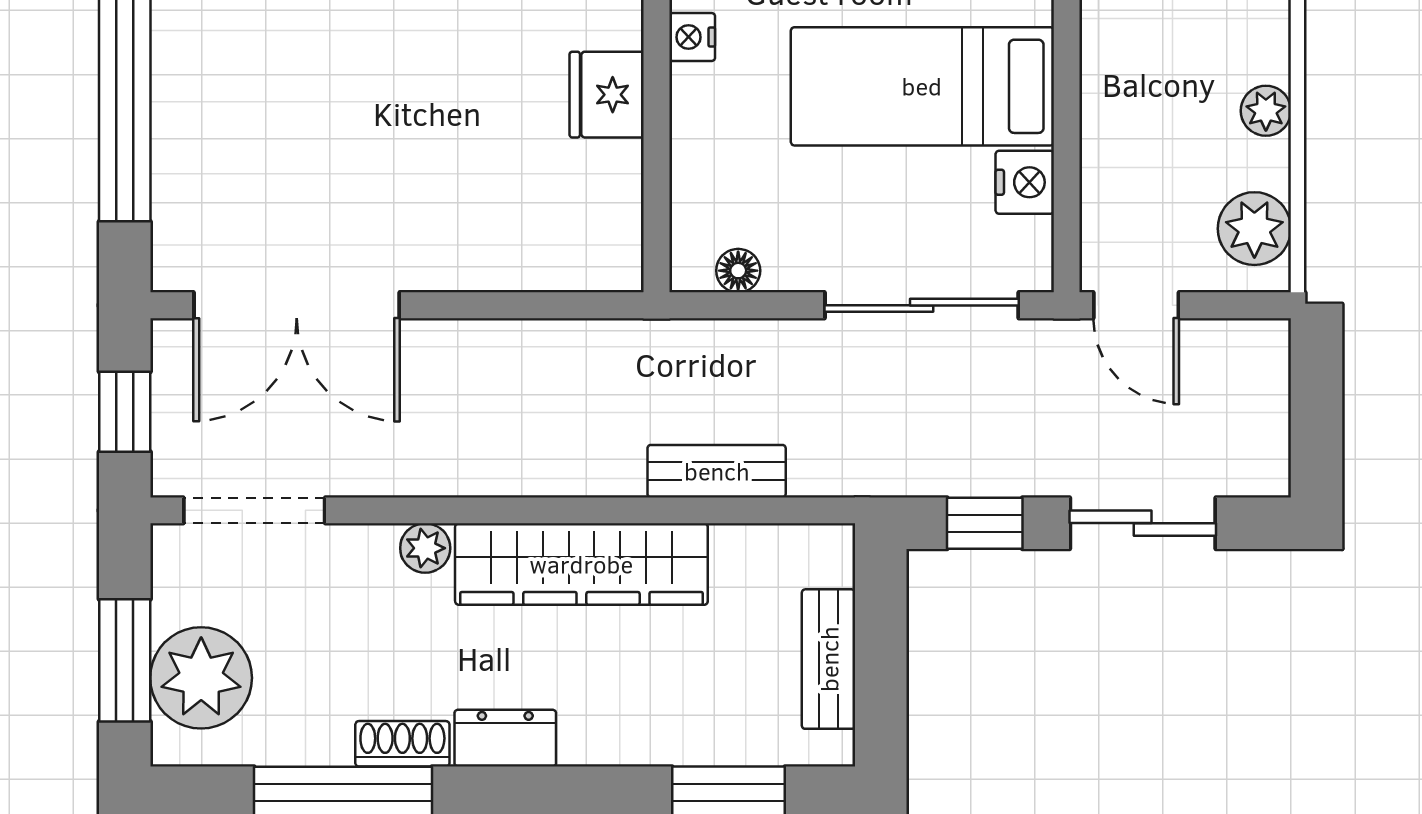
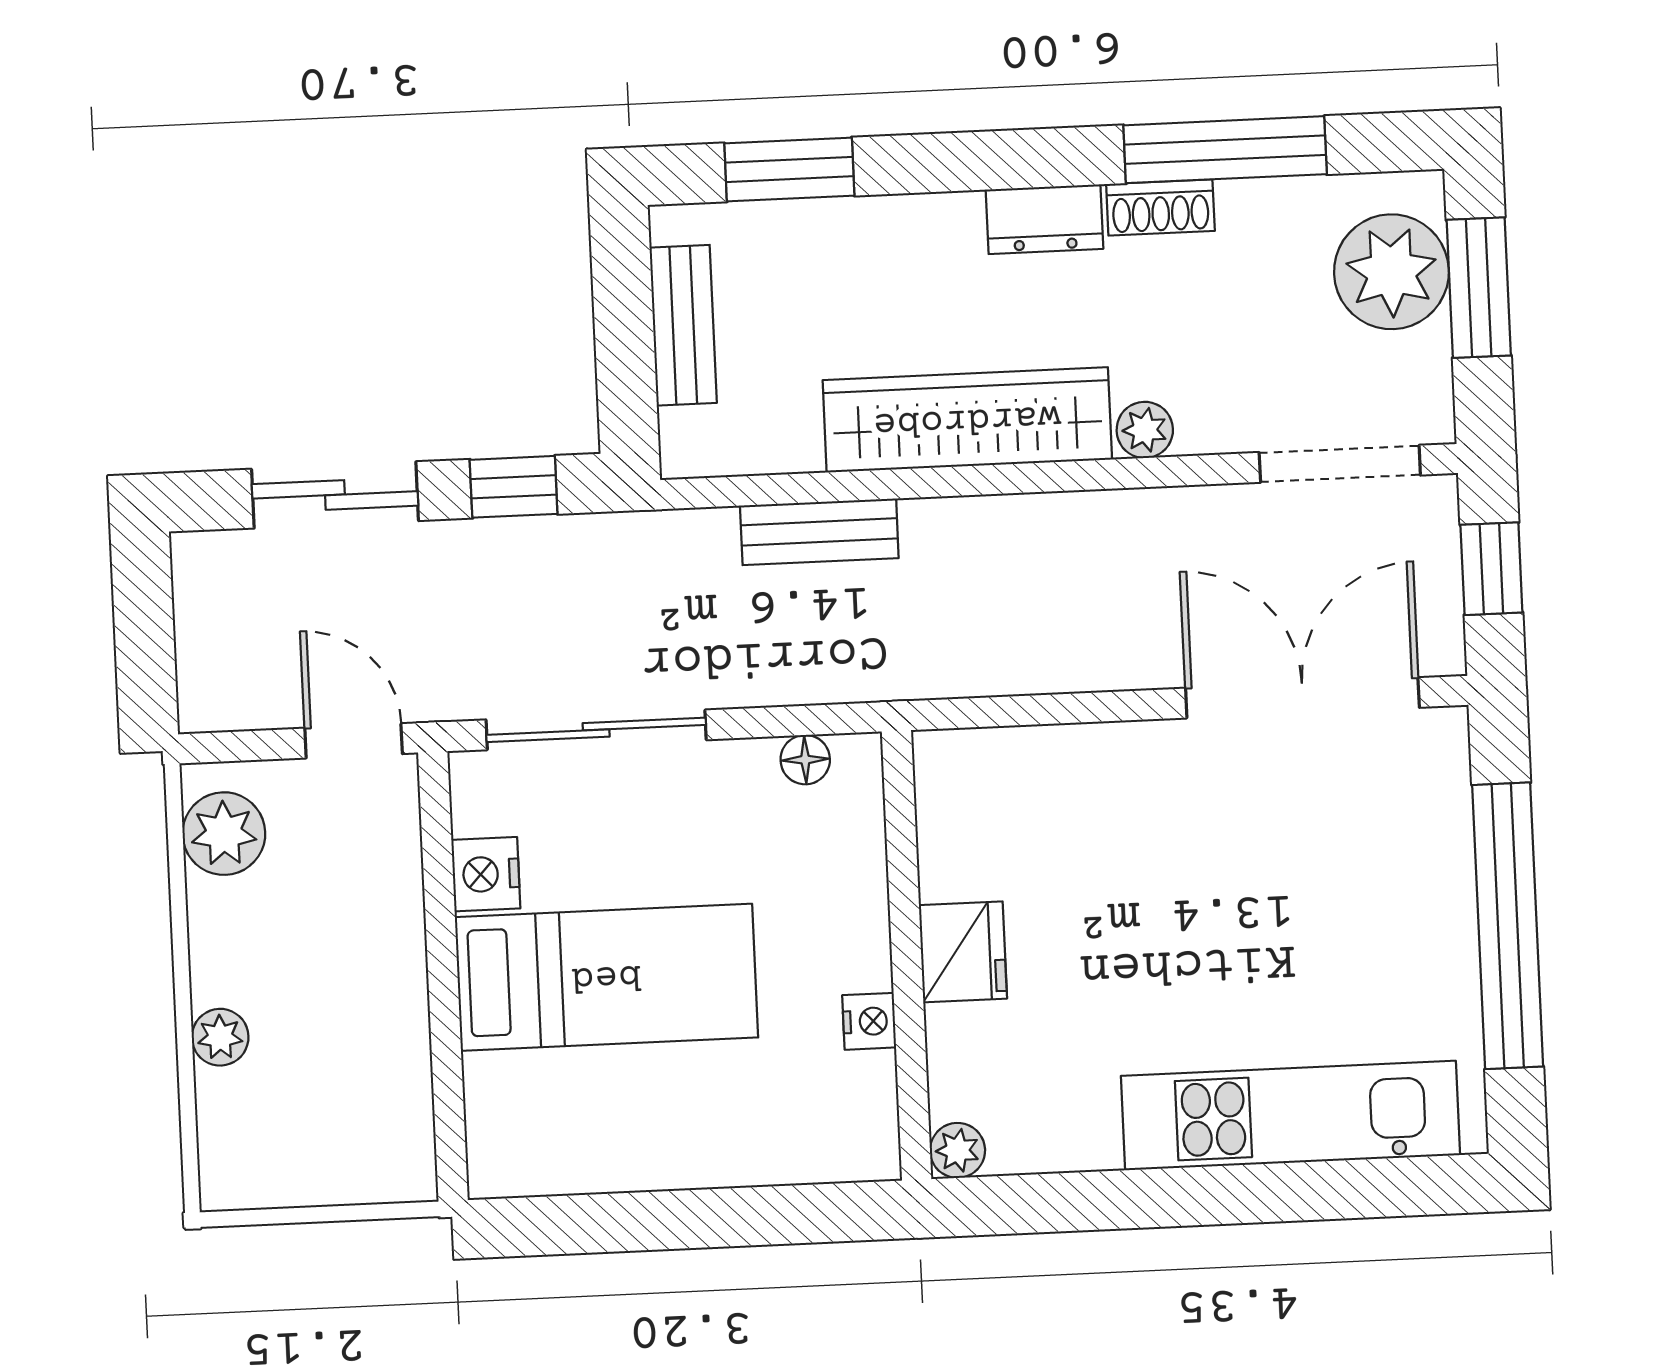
plant: (1266, 111) -> (220, 1037), moved

